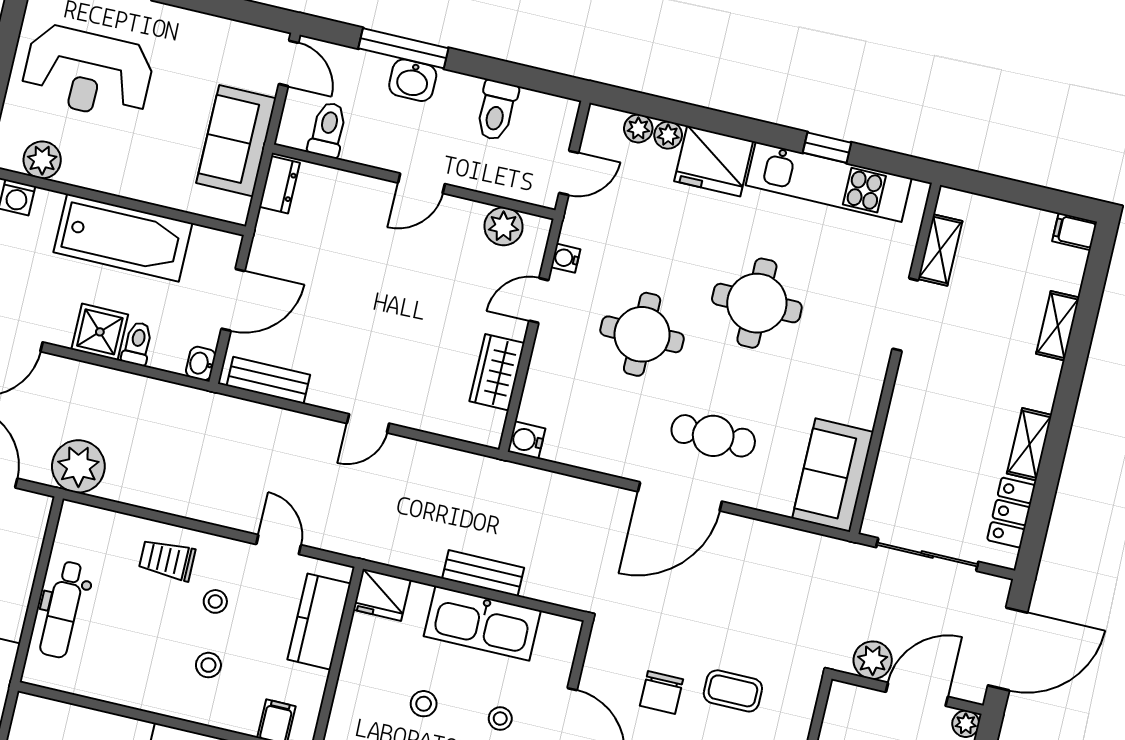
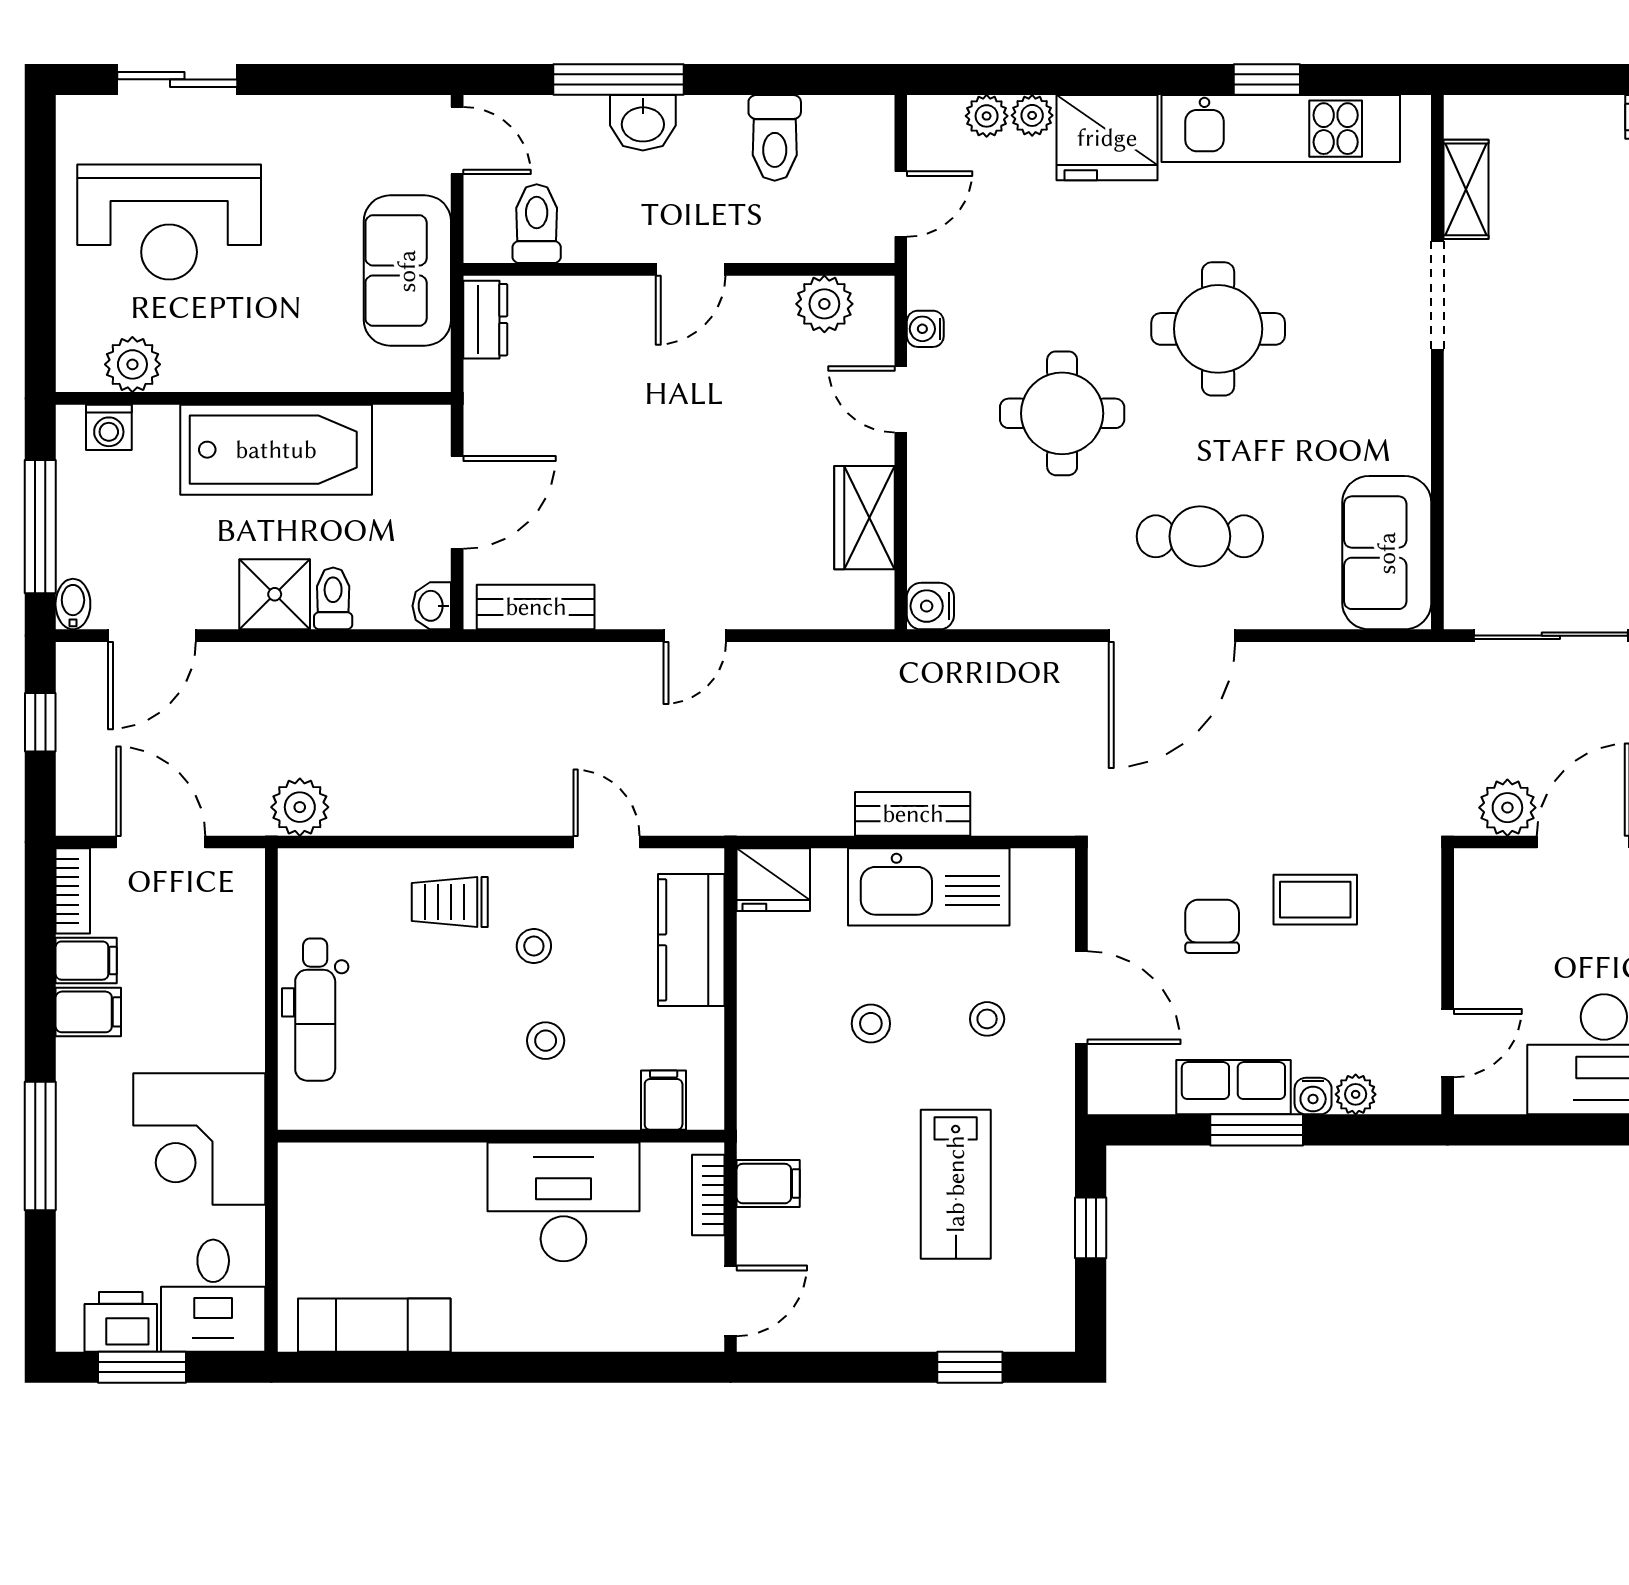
door: (539, 300) -> (901, 399), hinge flipped
plant: (78, 466) -> (300, 807), width x0.73, depth x0.73
chair: (661, 692) -> (1212, 926), turned 180

